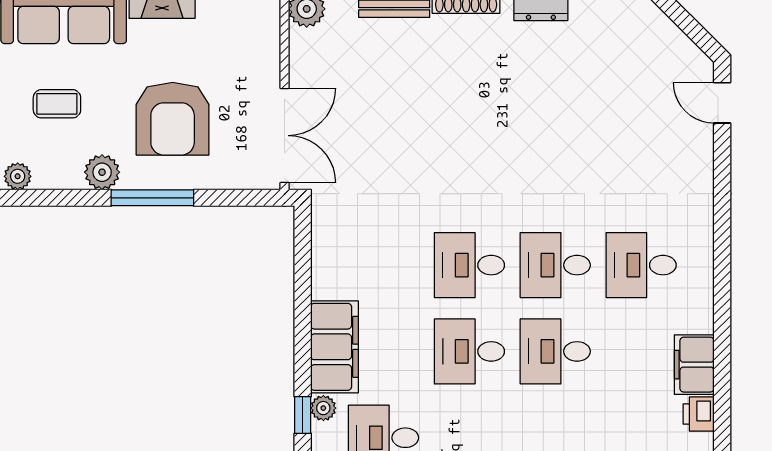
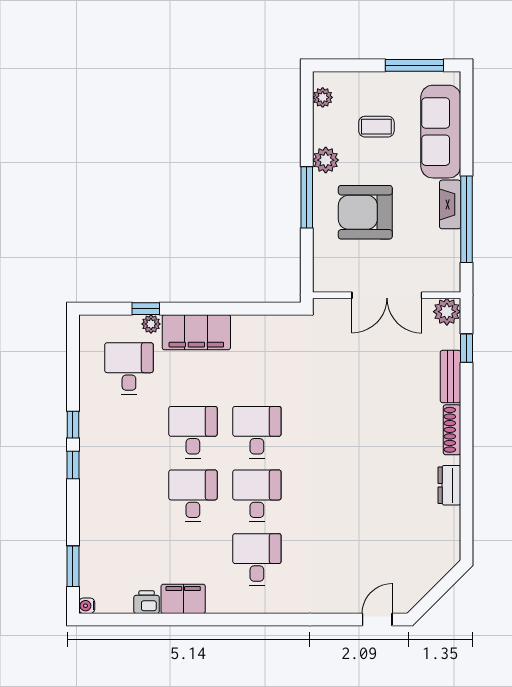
coffee table: (57, 104) -> (376, 127), turned 90
double door: (284, 136) -> (387, 295), moved

